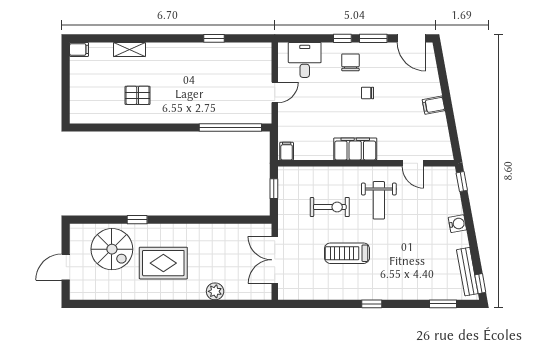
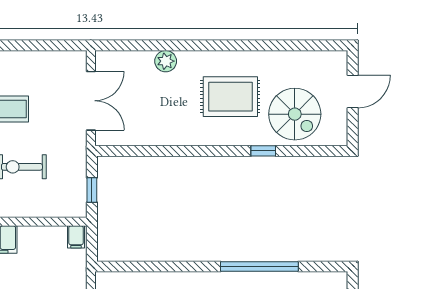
window: (230, 127) -> (259, 266), moved
spiral stairs: (112, 249) -> (295, 114), turned 180

